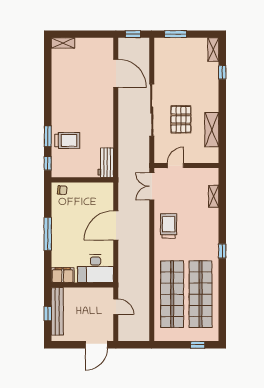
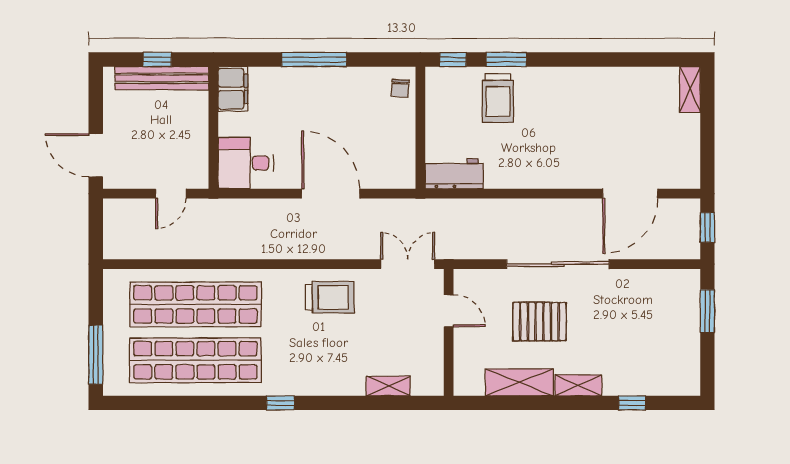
shelving: (213, 50) -> (578, 385), moved
desk: (95, 269) -> (246, 163), width x0.73
window: (198, 345) -> (96, 355), width x2.17

